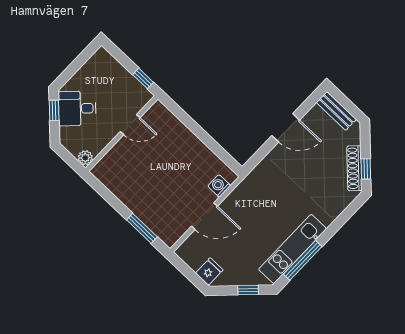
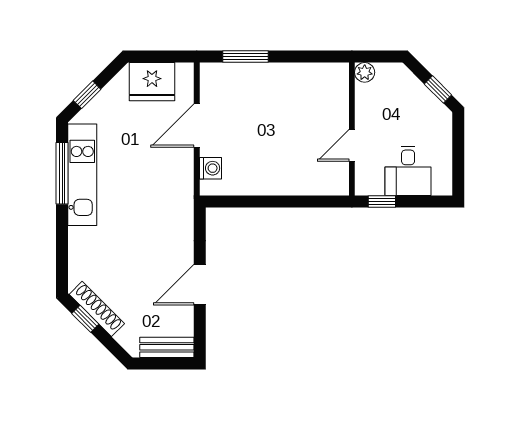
desk: (77, 108) -> (408, 171), moved, turned 135
fridge: (209, 272) -> (152, 82), width x1.88, depth x1.34

